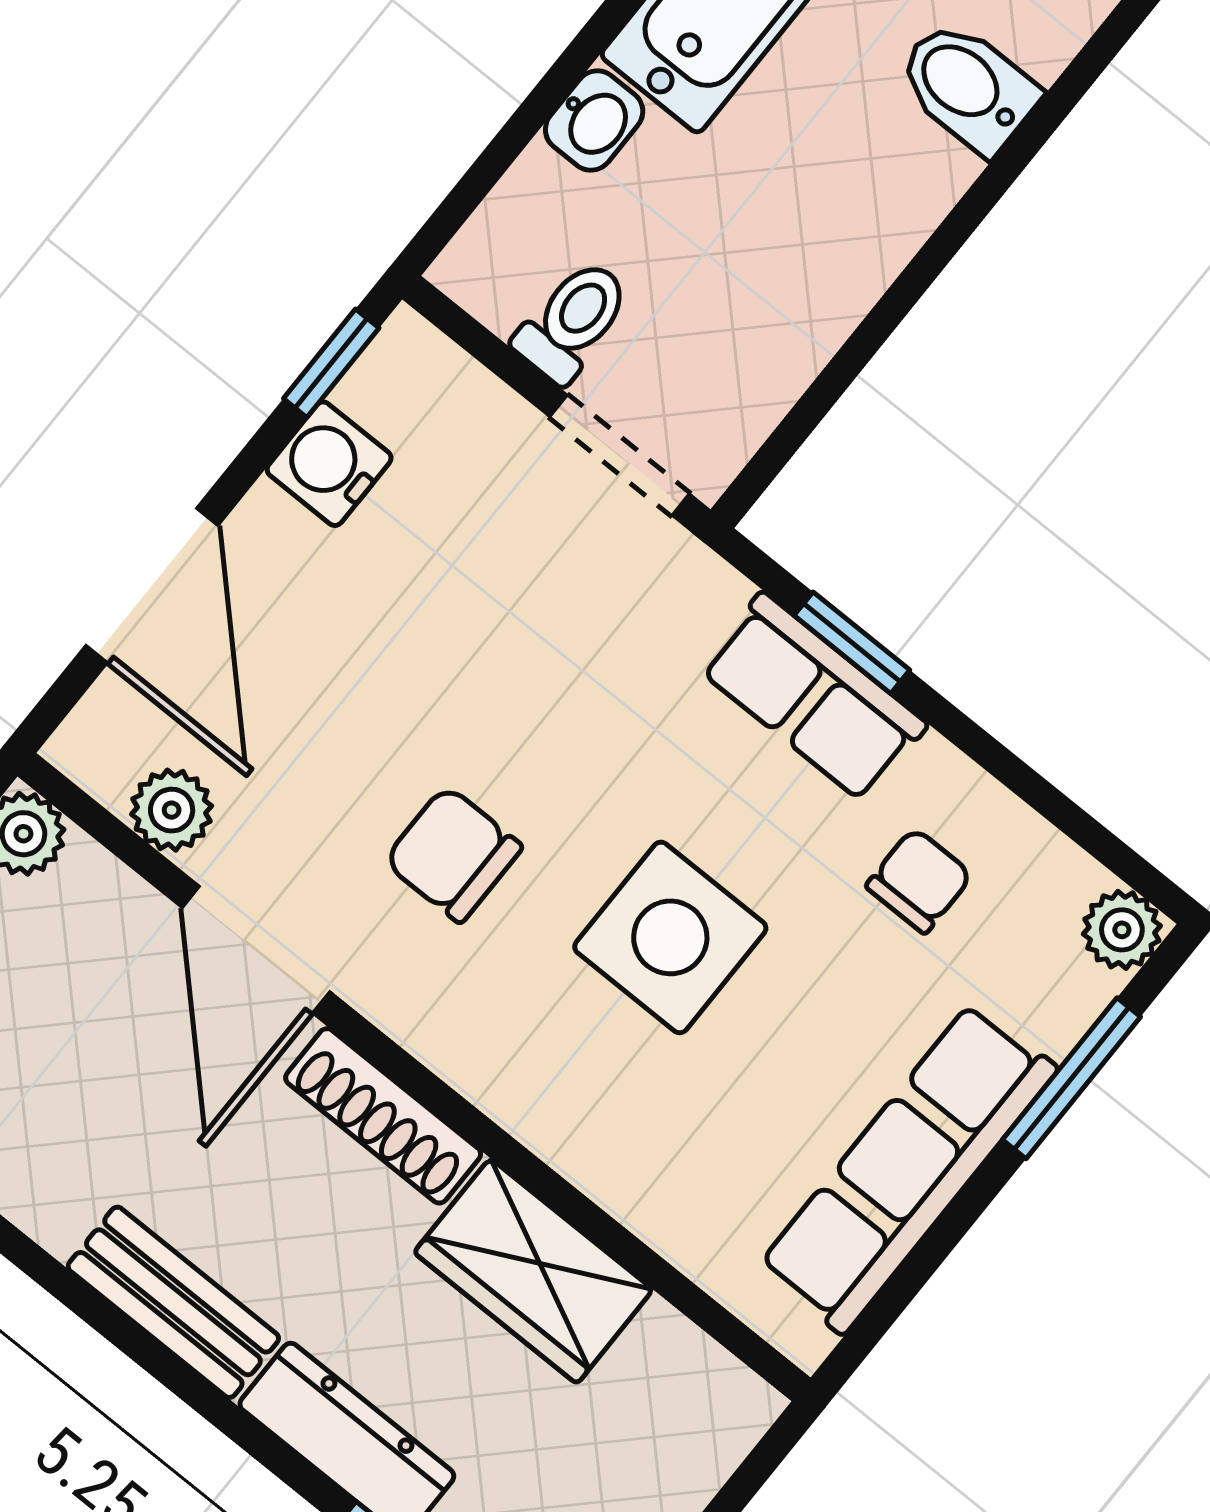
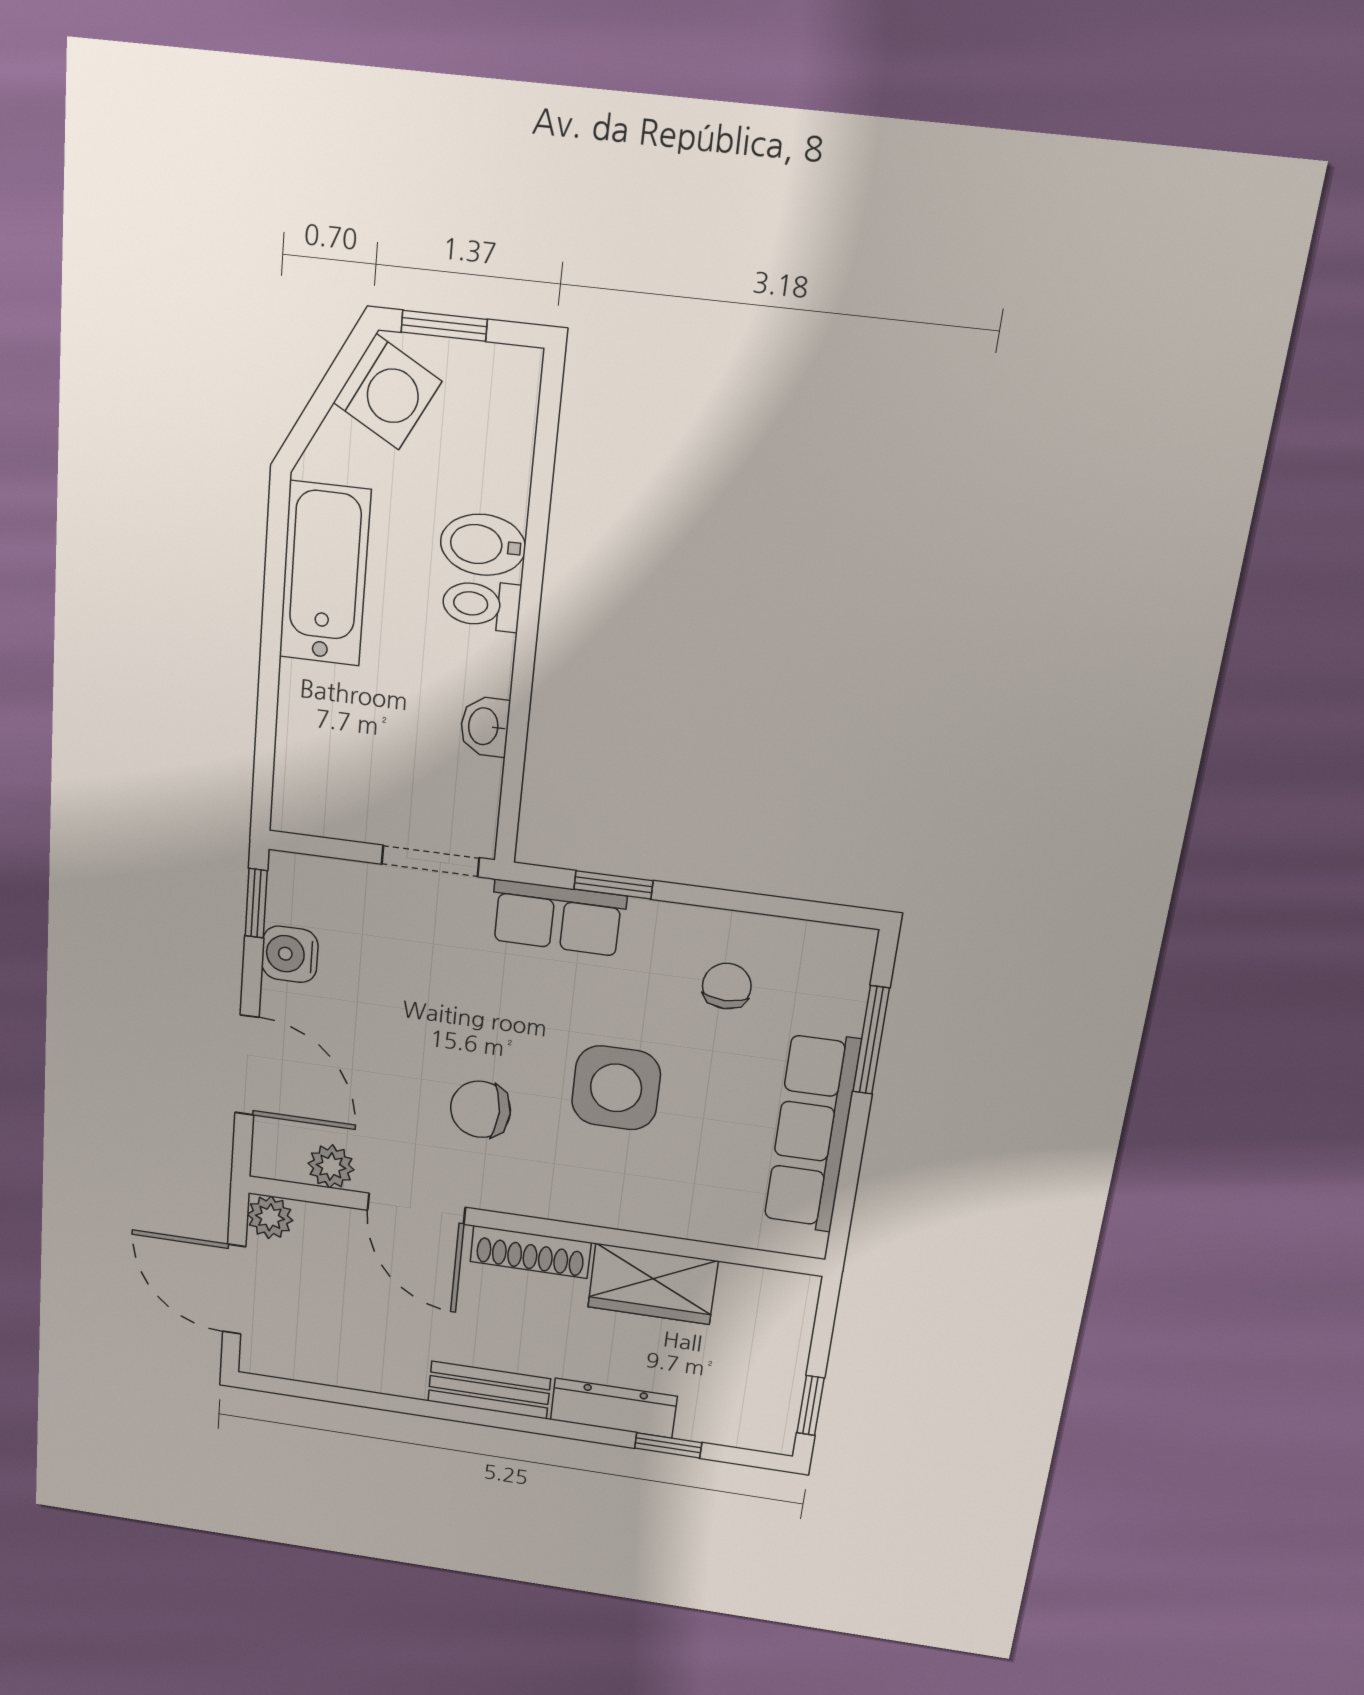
washbasin: (594, 120) -> (485, 726), moved, turned 180
toilet: (573, 321) -> (481, 605), moved, turned -90
row of seats: (813, 697) -> (558, 918), moved
plant: (1122, 930) -> (852, 949), removed

